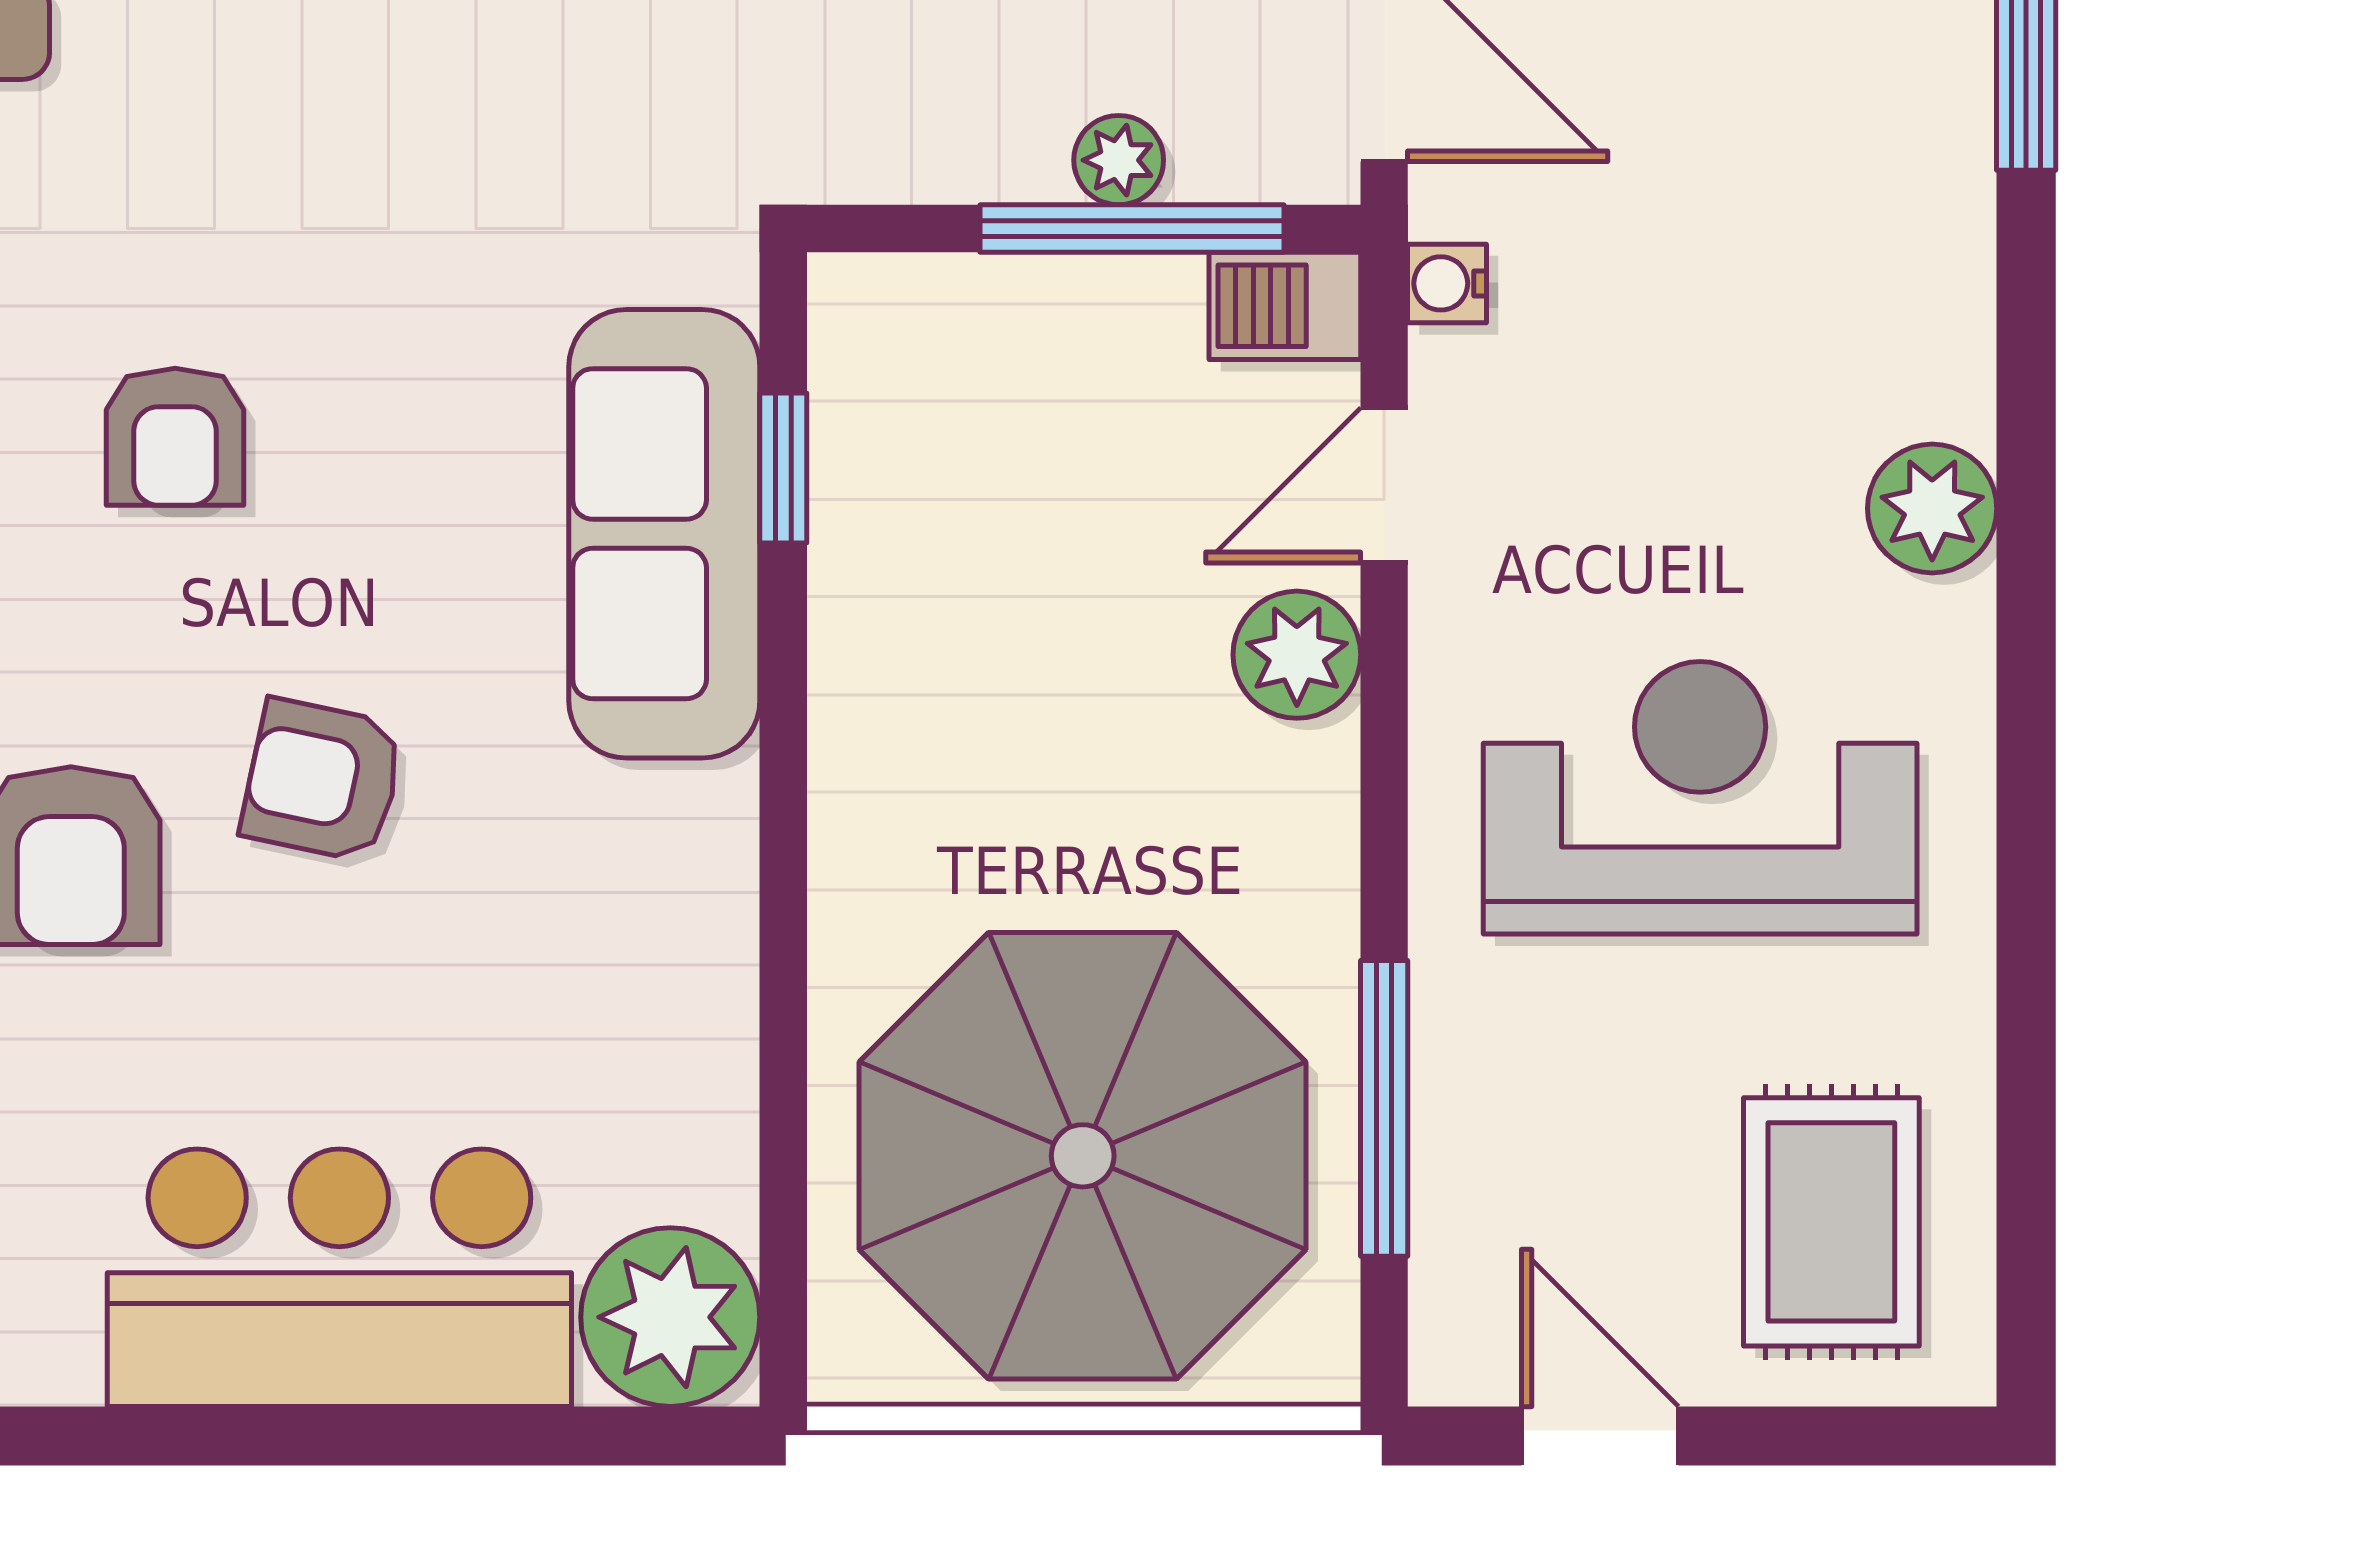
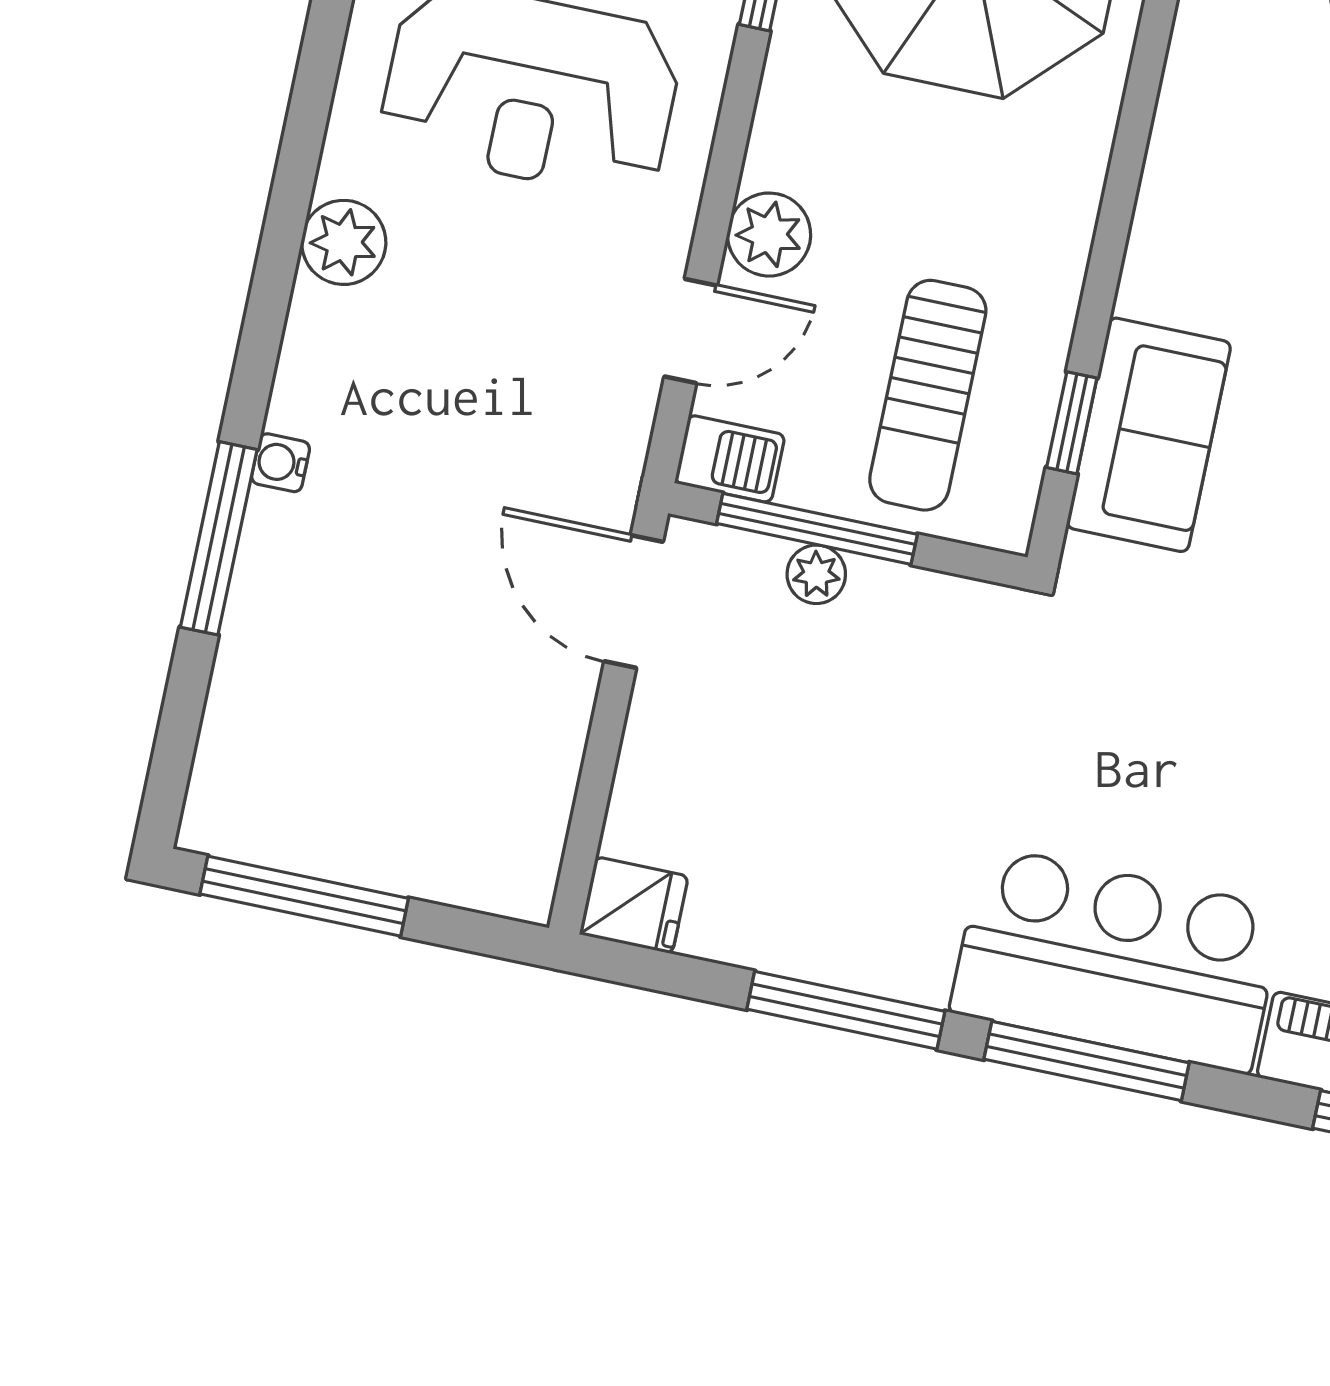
water cooler: (1447, 283) -> (281, 463), moved, turned 180
sun lounger: (1008, 464) -> (928, 395), added
sofa: (664, 534) -> (1149, 435), width x0.73

